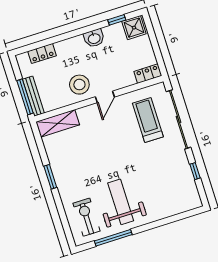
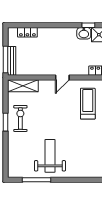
washbasin: (94, 38) -> (84, 33), moved
stool: (79, 85) -> (47, 63), removed
exercise bike: (86, 217) -> (20, 118), moved

